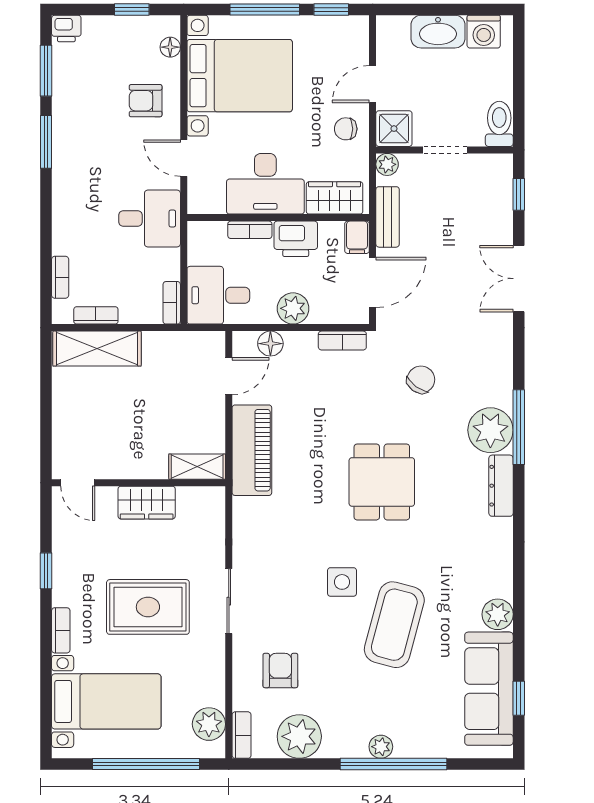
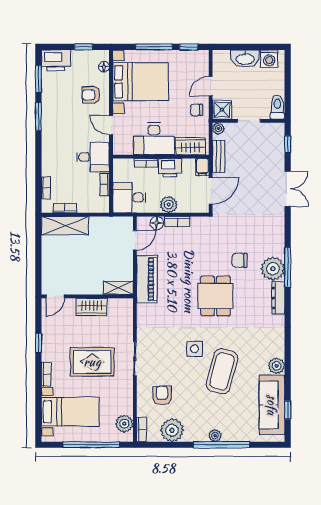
printer: (66, 28) -> (56, 60), width x1.87, depth x1.48
double door: (519, 279) -> (288, 189), swing flipped
bookcase: (172, 303) -> (105, 185), moved
bookcase: (342, 341) -> (177, 221), moved
chair: (421, 380) -> (240, 260), moved, turned -126
door: (78, 483) -> (55, 296), hinge flipped

